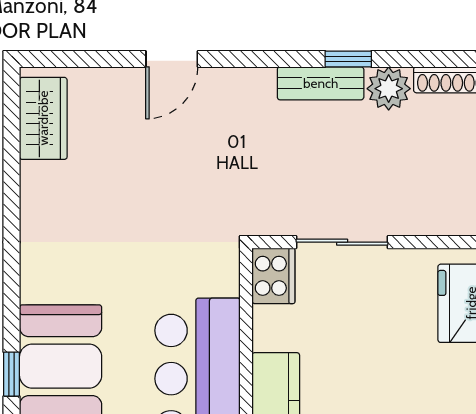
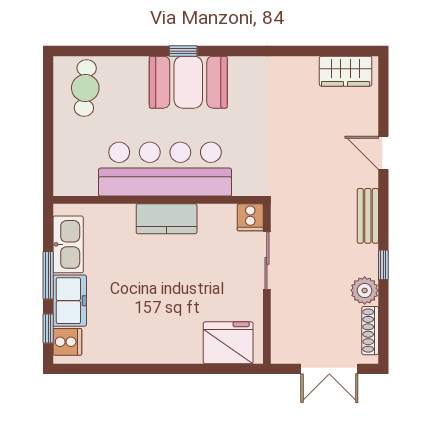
bench: (321, 83) -> (368, 216), moved
cooker: (273, 276) -> (250, 217), width x0.73

